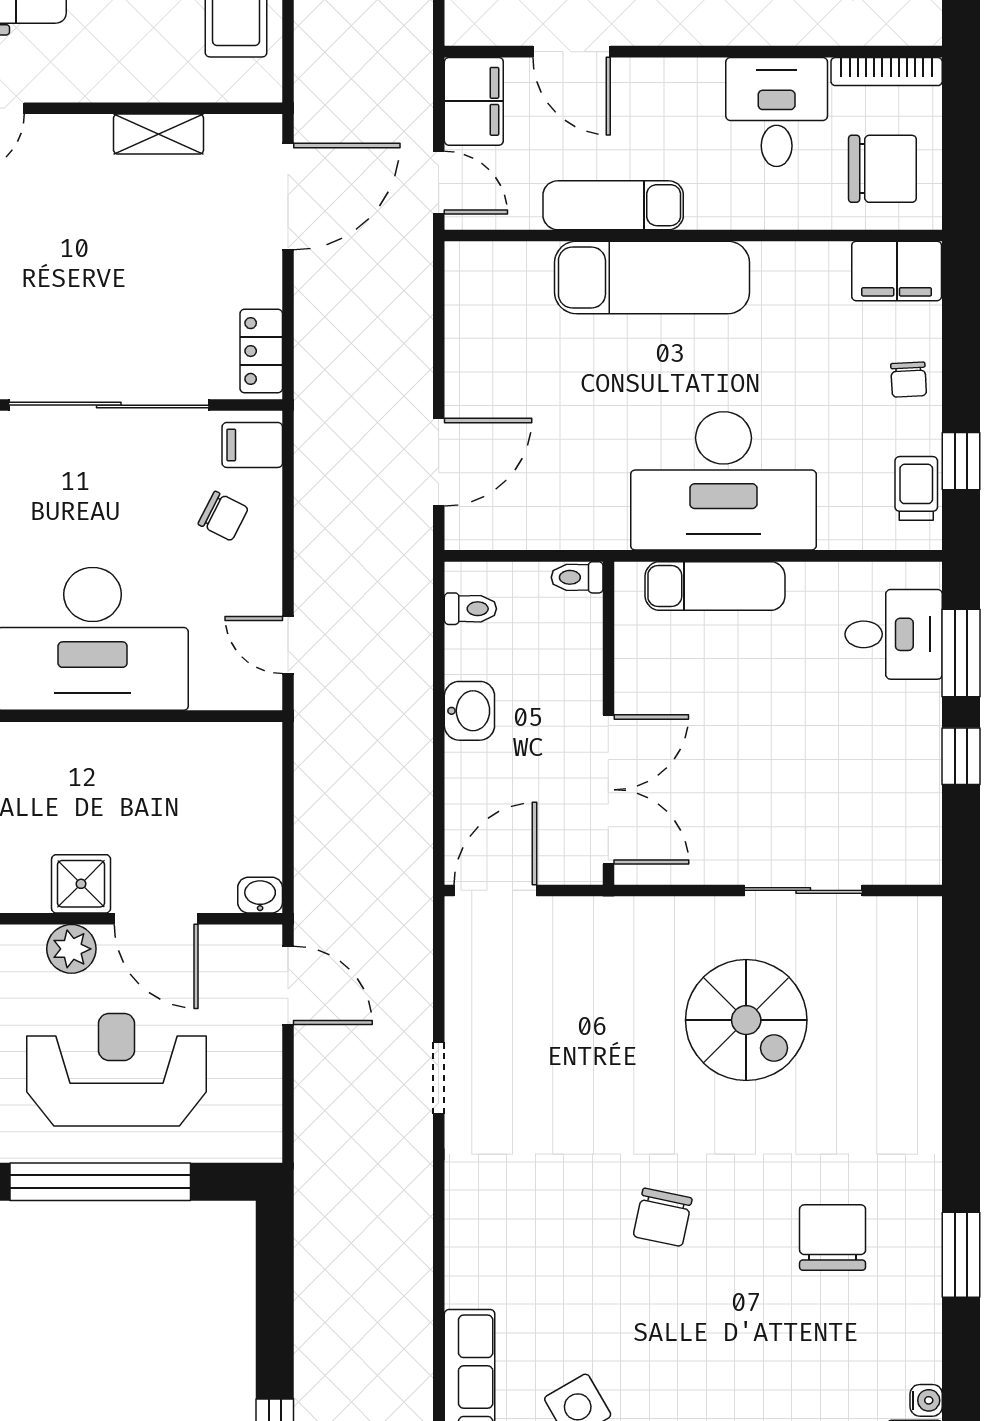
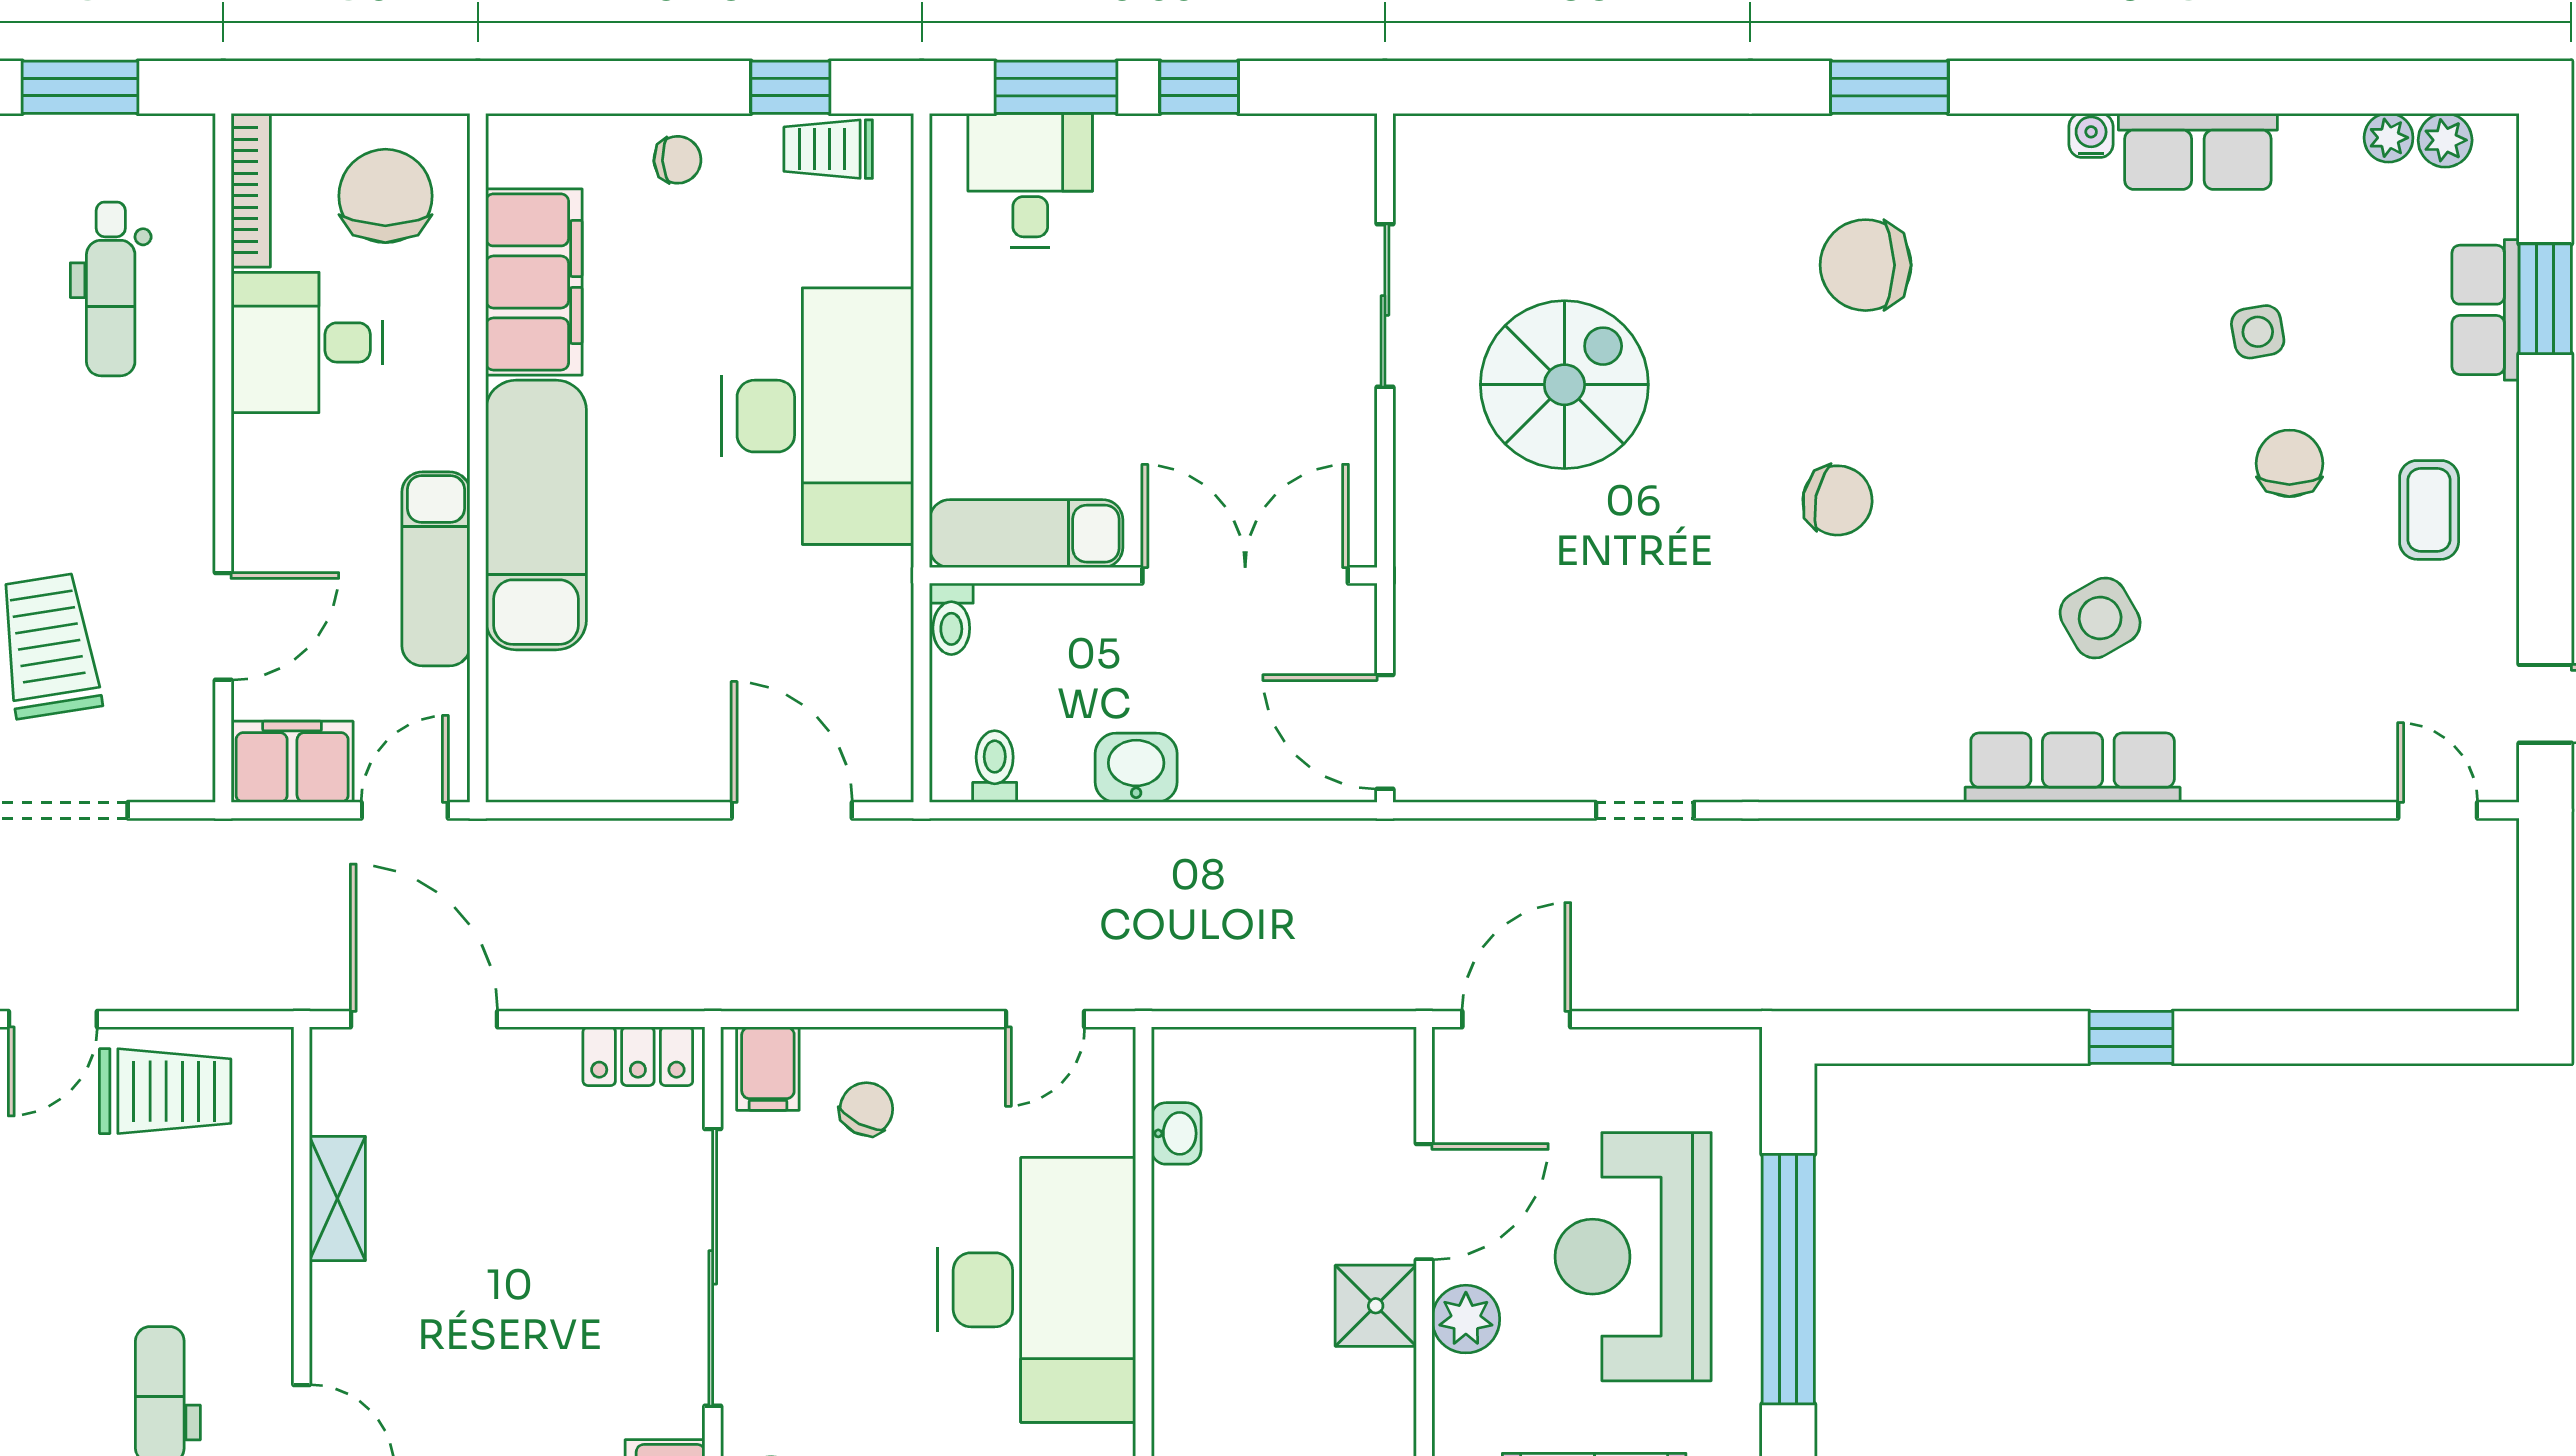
filing cabinet: (897, 271) -> (534, 282), moved, width x1.50, depth x1.17
exam couch: (715, 586) -> (1026, 534), moved, turned -90
washbasin: (260, 895) -> (1176, 1133), moved, turned 180

